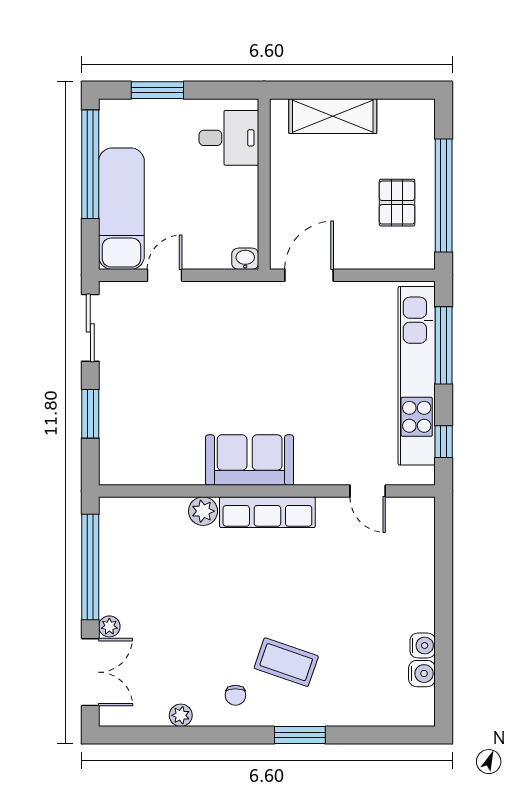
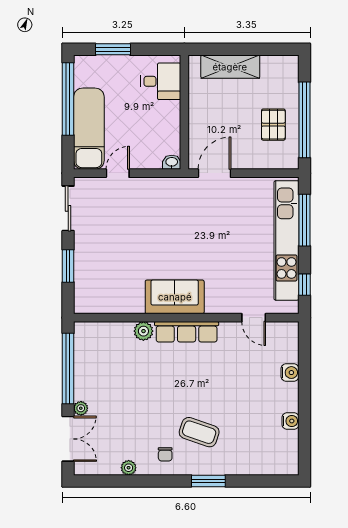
water cooler: (422, 674) -> (290, 373), moved

